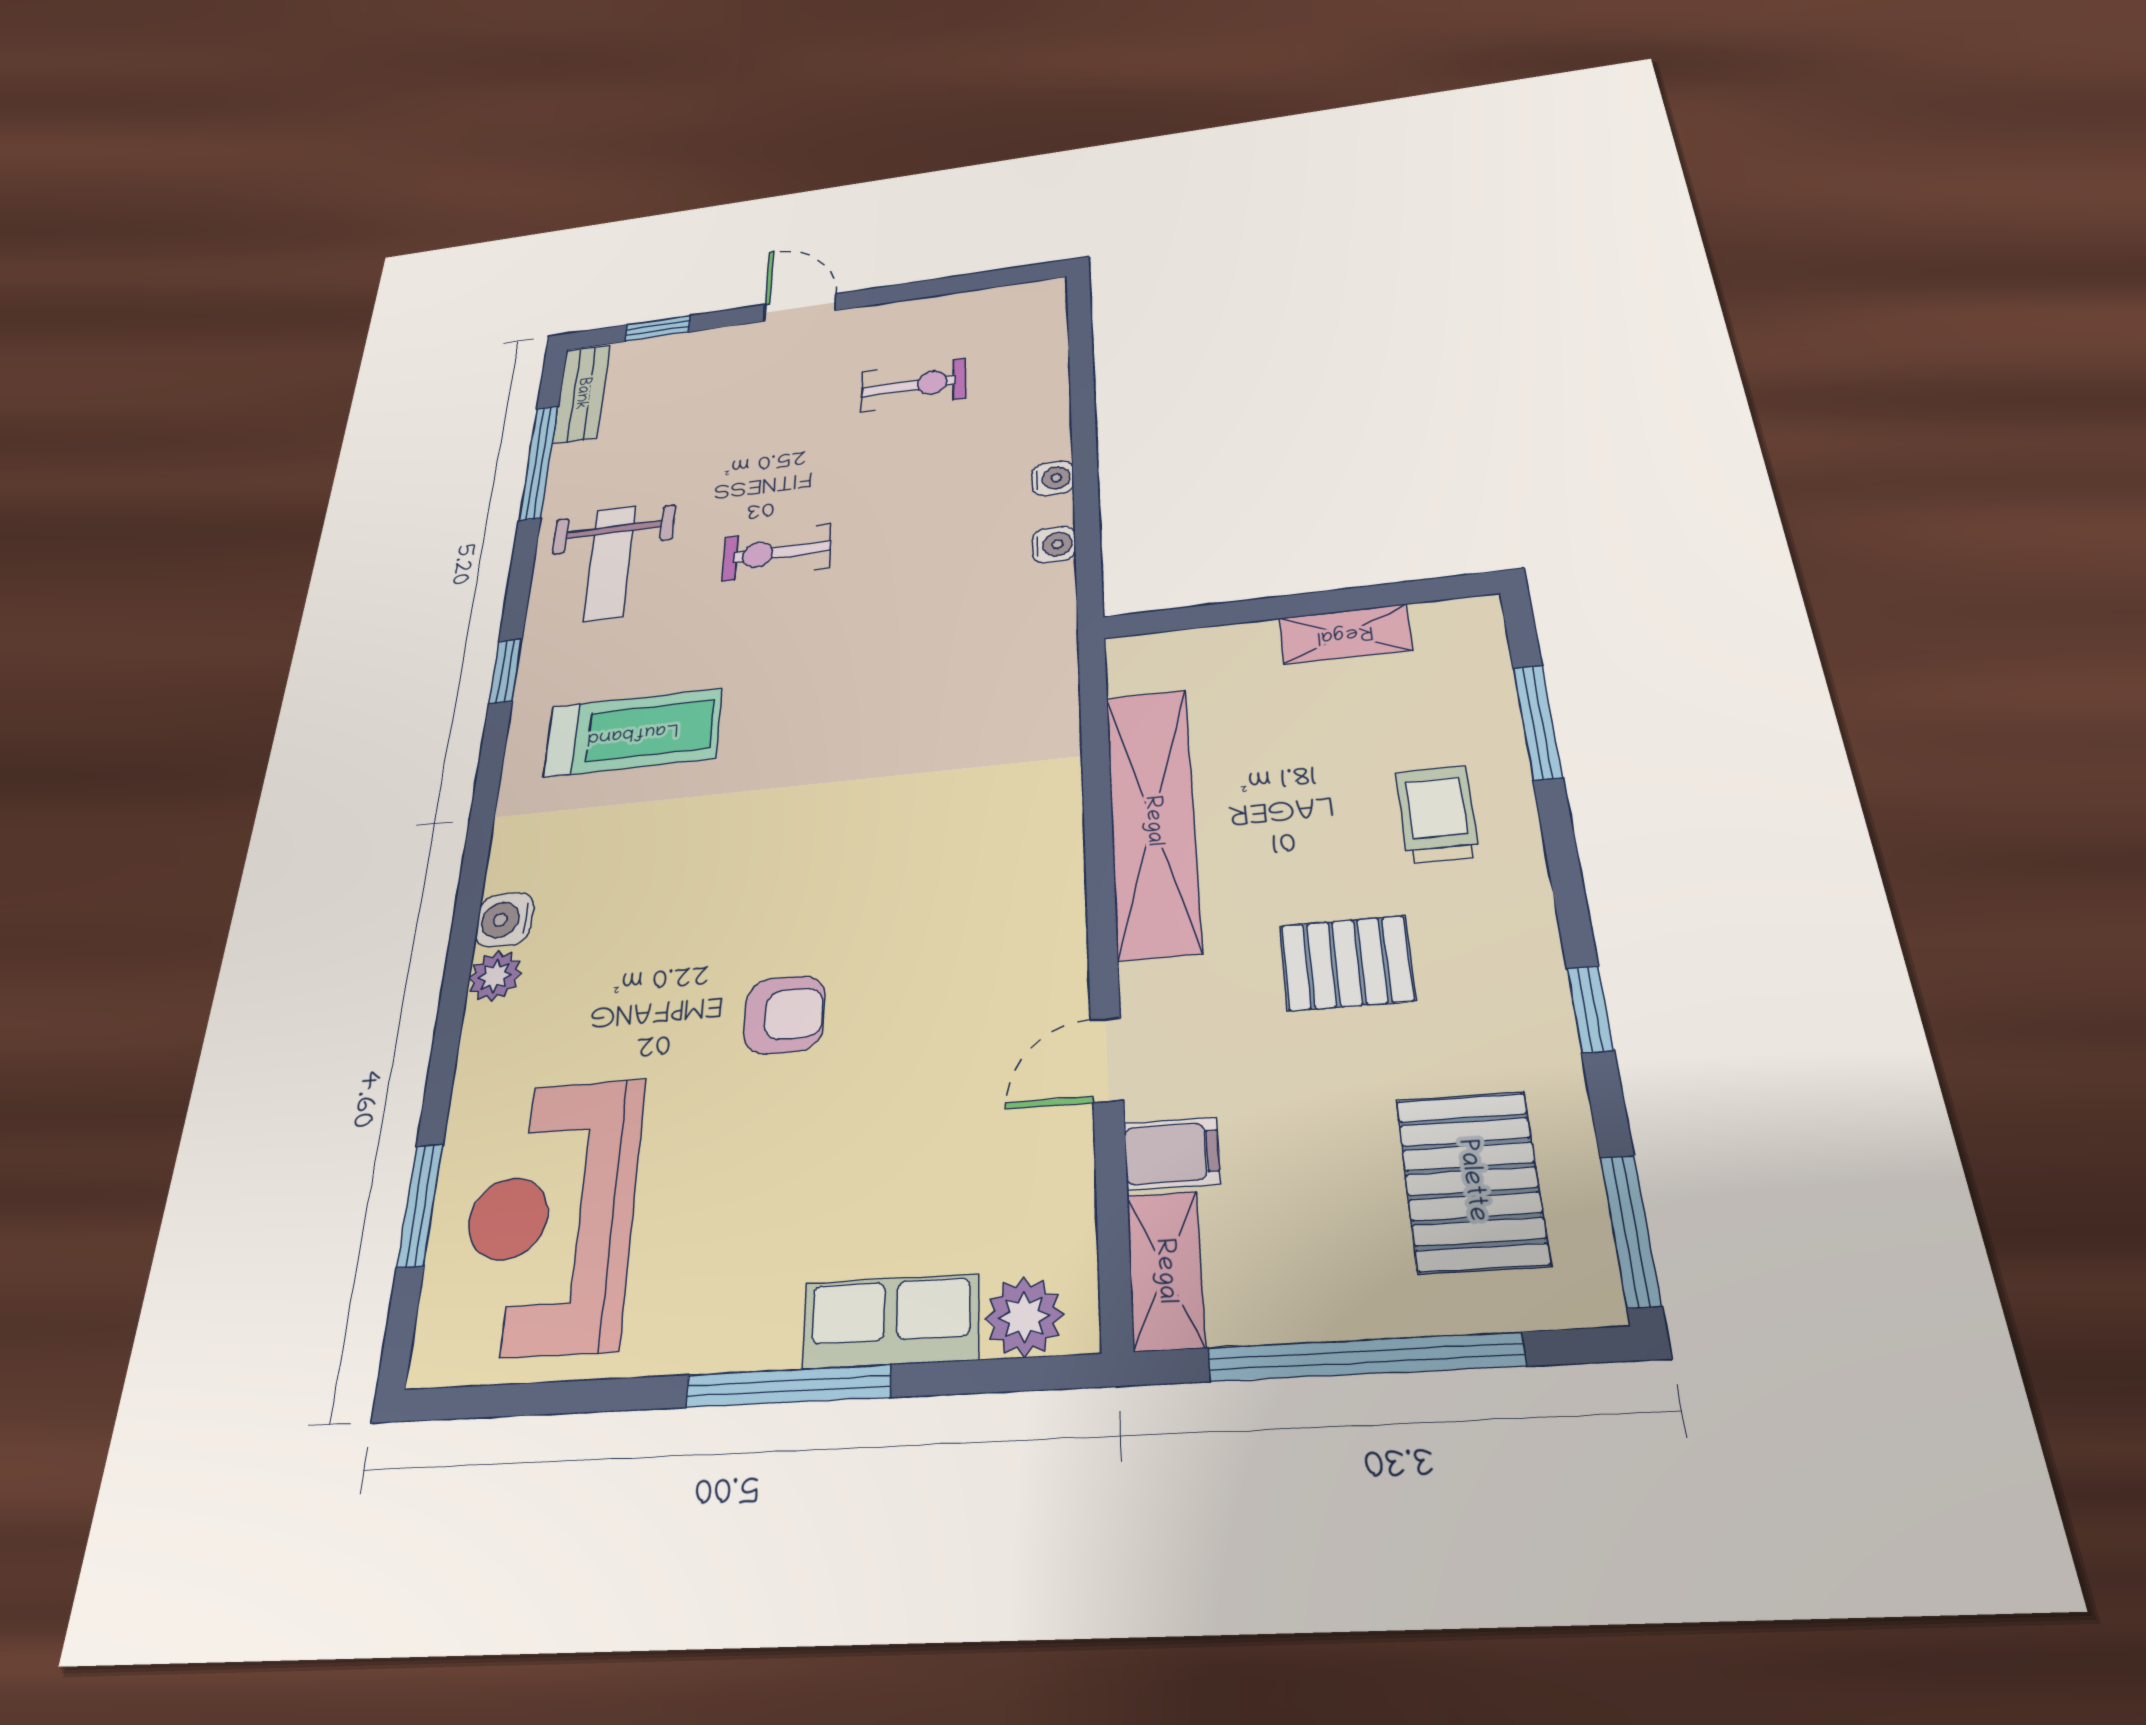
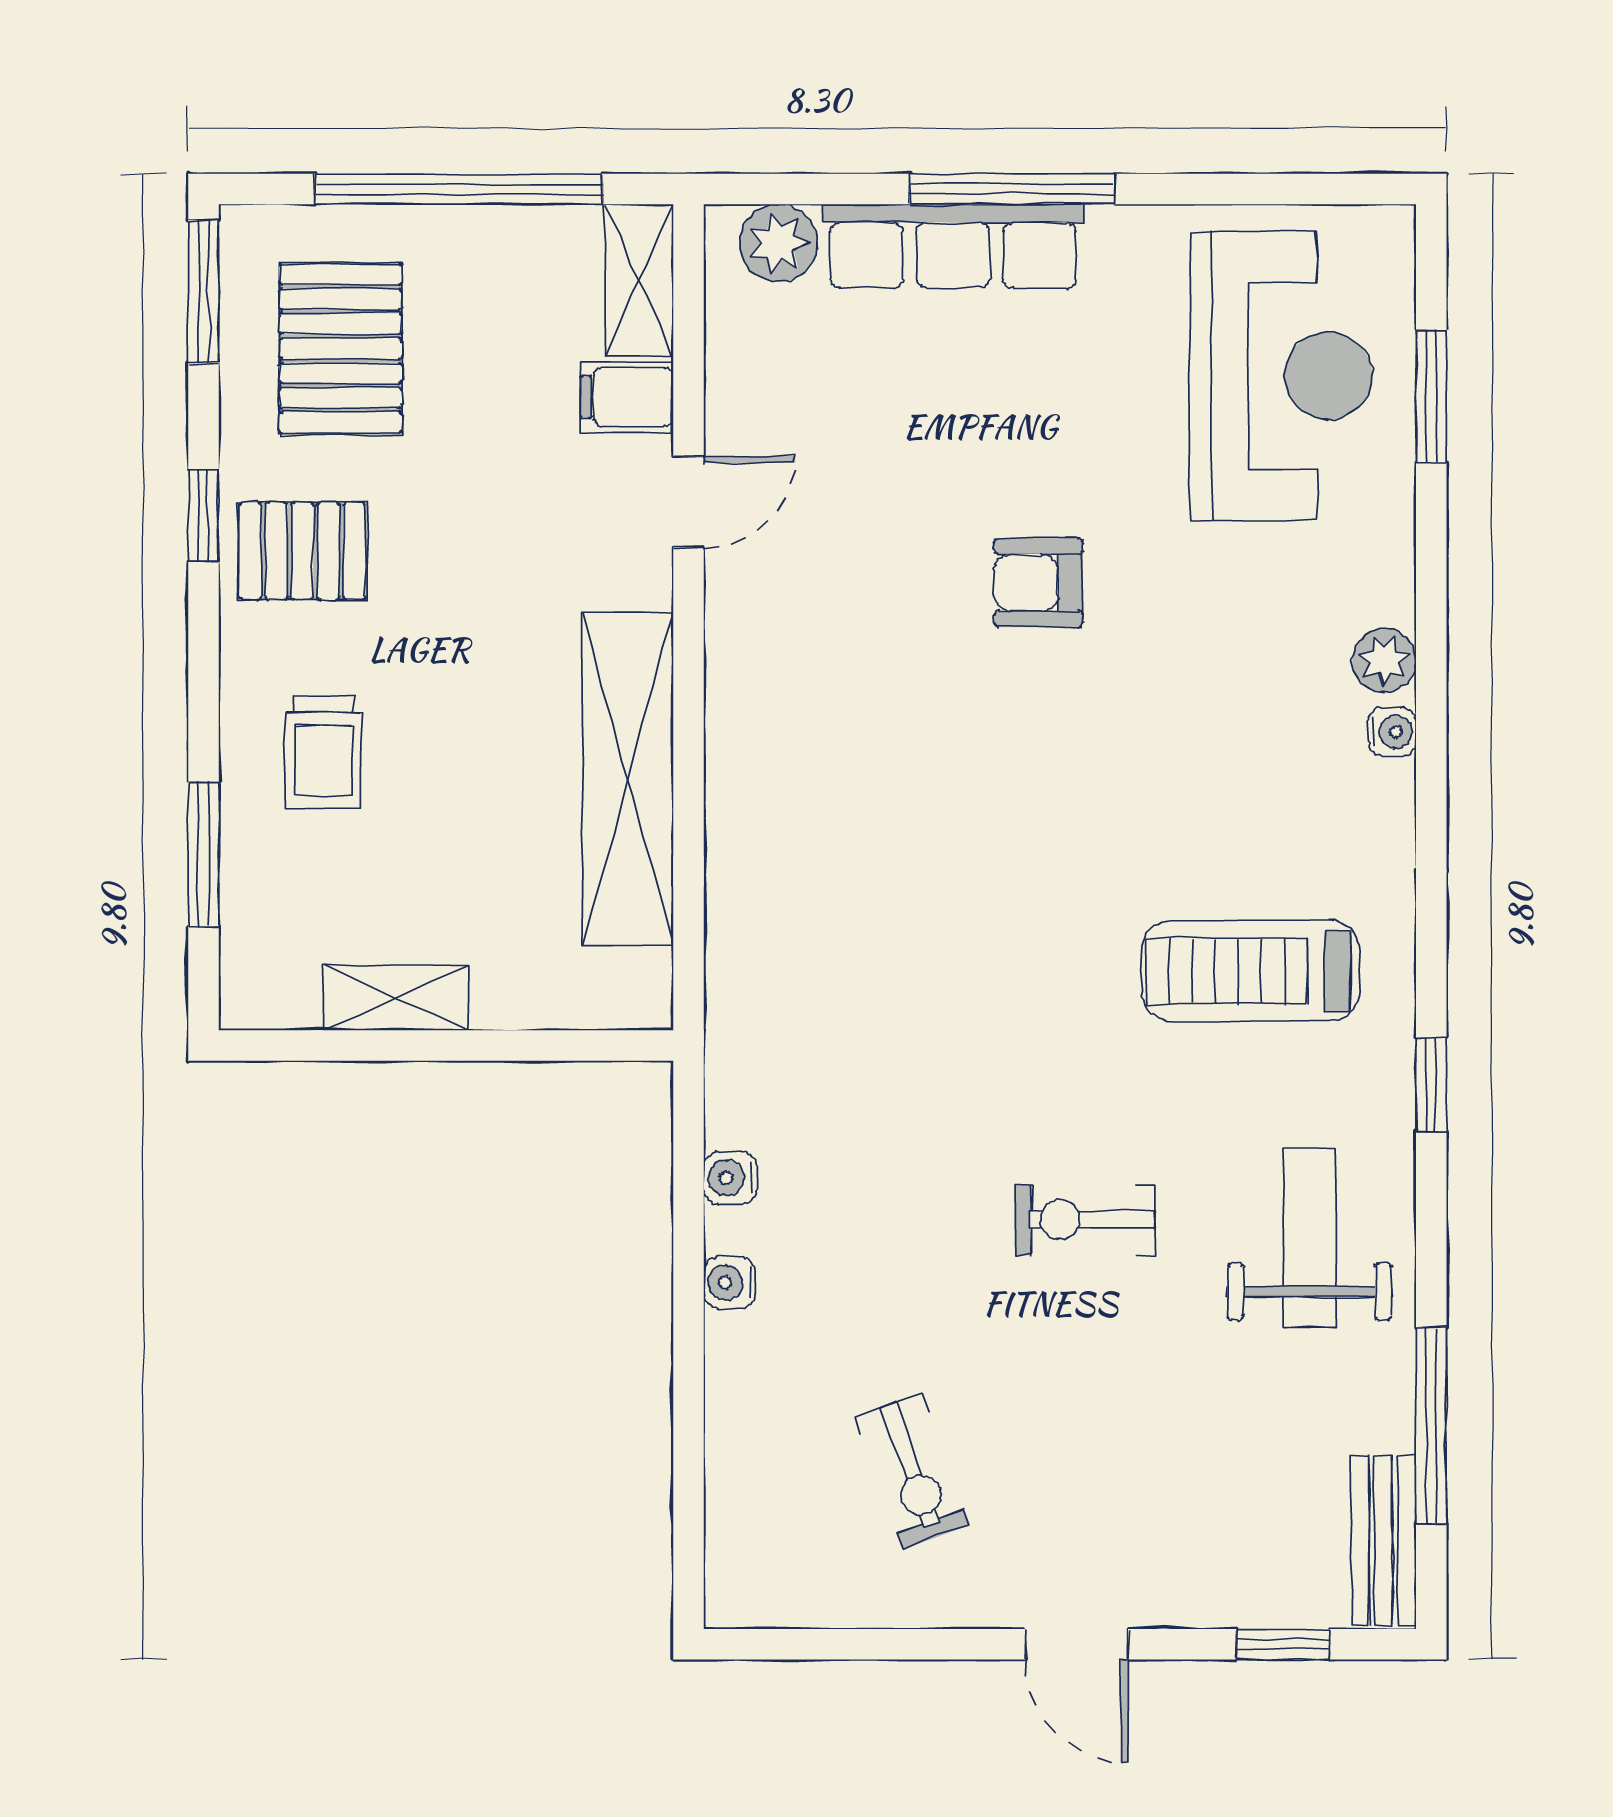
exercise bike: (913, 385) -> (912, 1471), turned -110
exercise bike: (777, 552) -> (1085, 1220), turned 180
water cooler: (505, 920) -> (1392, 732), width x0.72, depth x0.72
pallet: (1347, 963) -> (302, 551), moved
row of seats: (891, 1321) -> (953, 246), width x1.48

